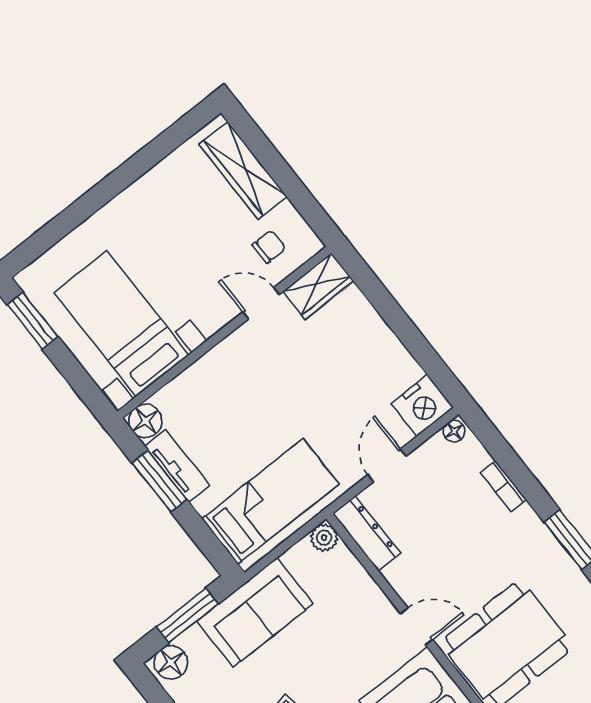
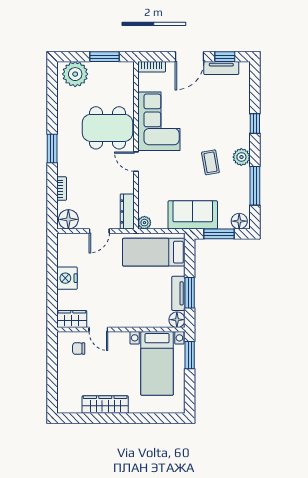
wardrobe: (243, 170) -> (105, 405), moved, turned -90
window: (33, 321) -> (190, 355), moved
nightstand: (422, 406) -> (67, 278), moved, turned -90
floor lamp: (454, 431) -> (68, 219), width x1.89, depth x1.89

